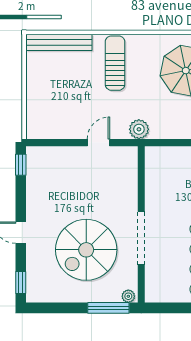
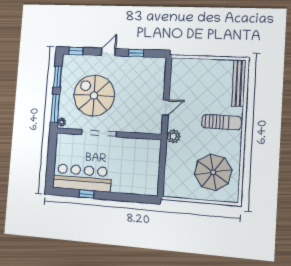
door: (98, 143) -> (166, 107), hinge flipped
window: (21, 165) -> (136, 53), moved
window: (60, 308) -> (58, 77), added

